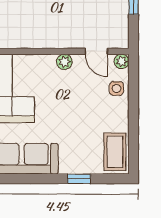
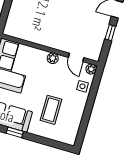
coffee table: (115, 152) -> (51, 110), moved
window: (79, 179) -> (15, 132), moved

